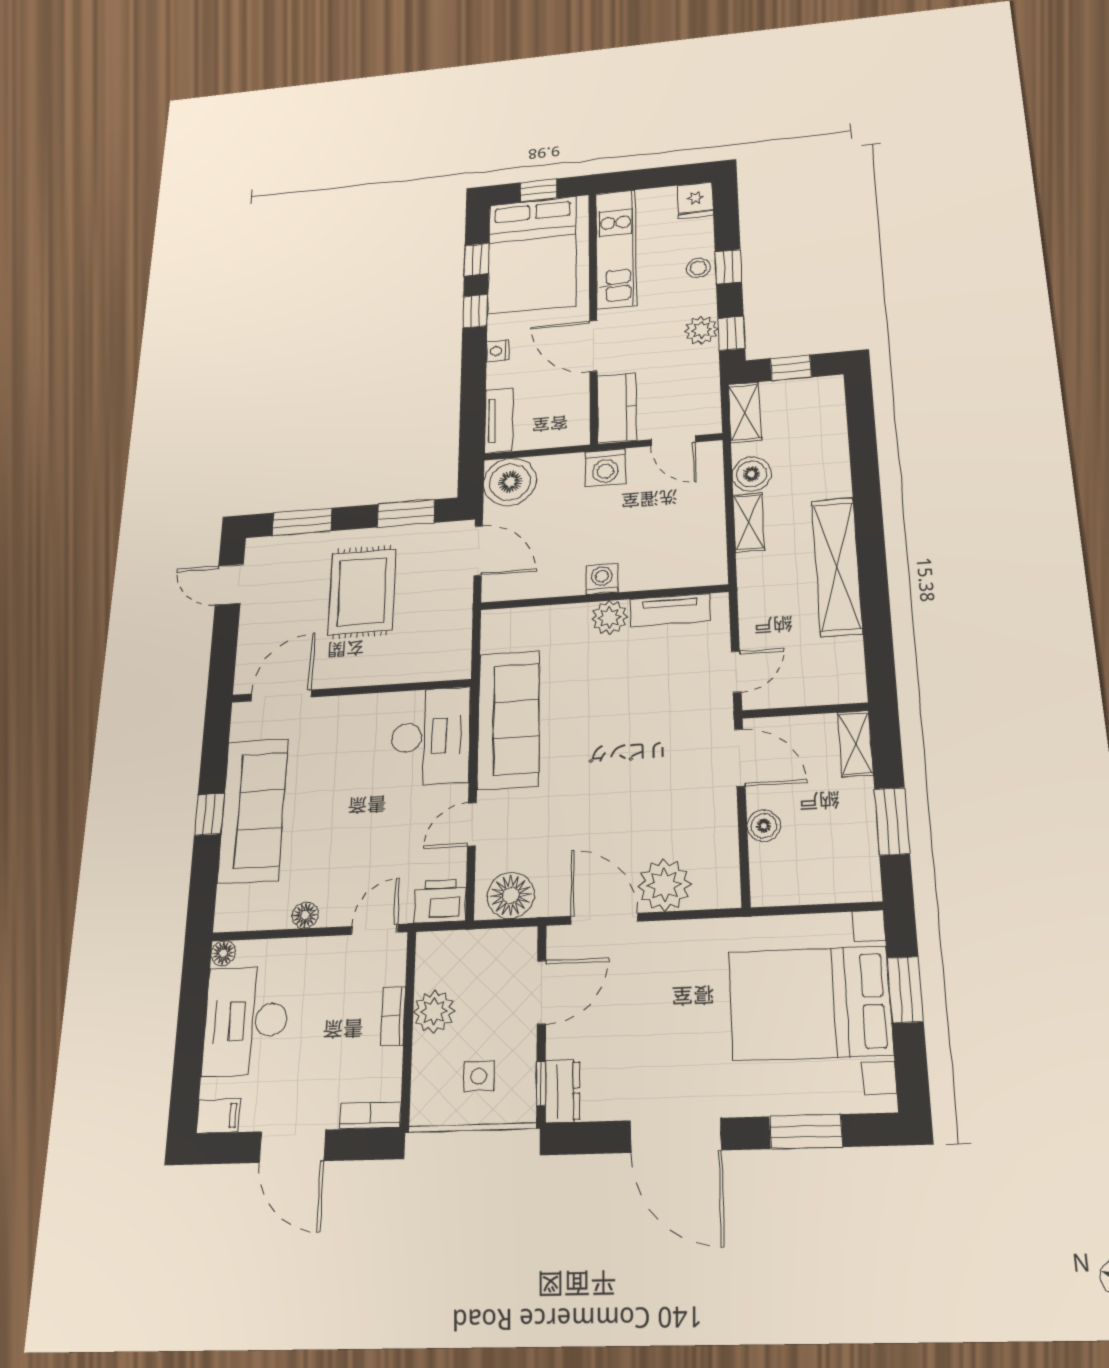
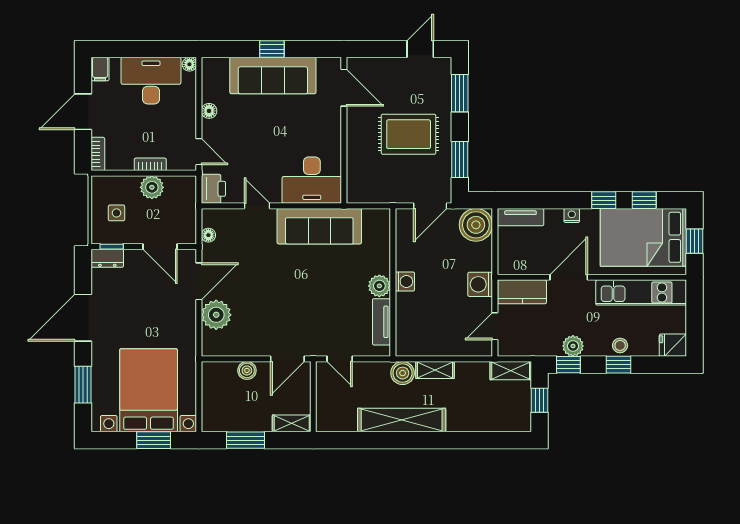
boiler: (752, 474) -> (403, 373), moved
floor lamp: (511, 895) -> (208, 235), width x0.53, depth x0.53

